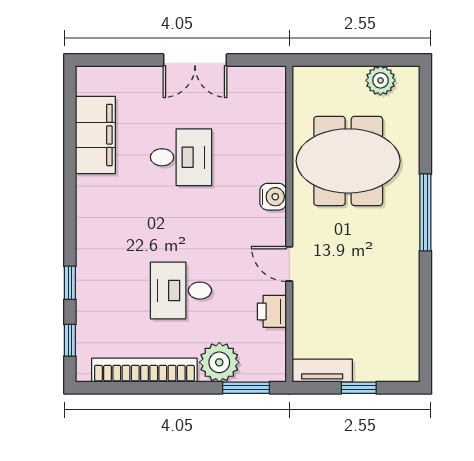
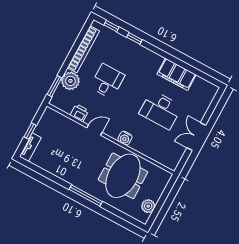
filing cabinet: (95, 135) -> (176, 74), moved
desk: (181, 157) -> (161, 110), width x1.37
tv unit: (322, 371) -> (30, 147), moved

